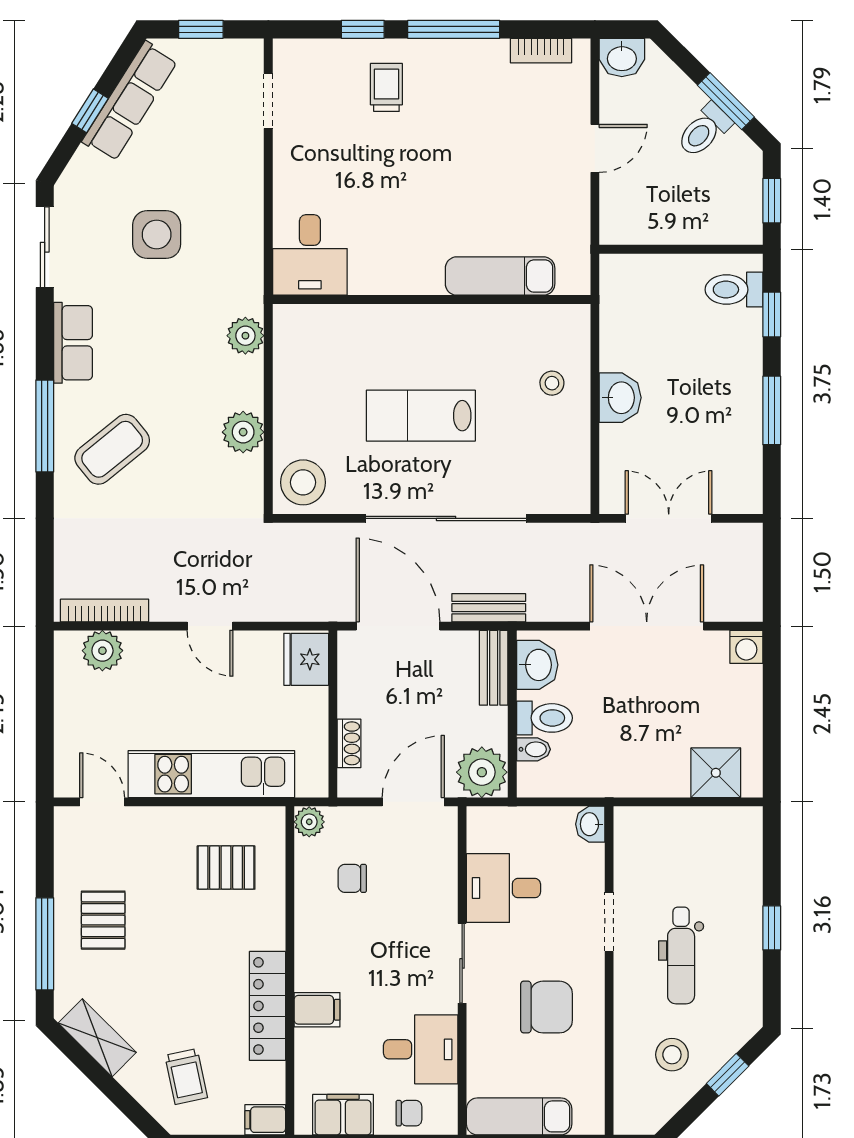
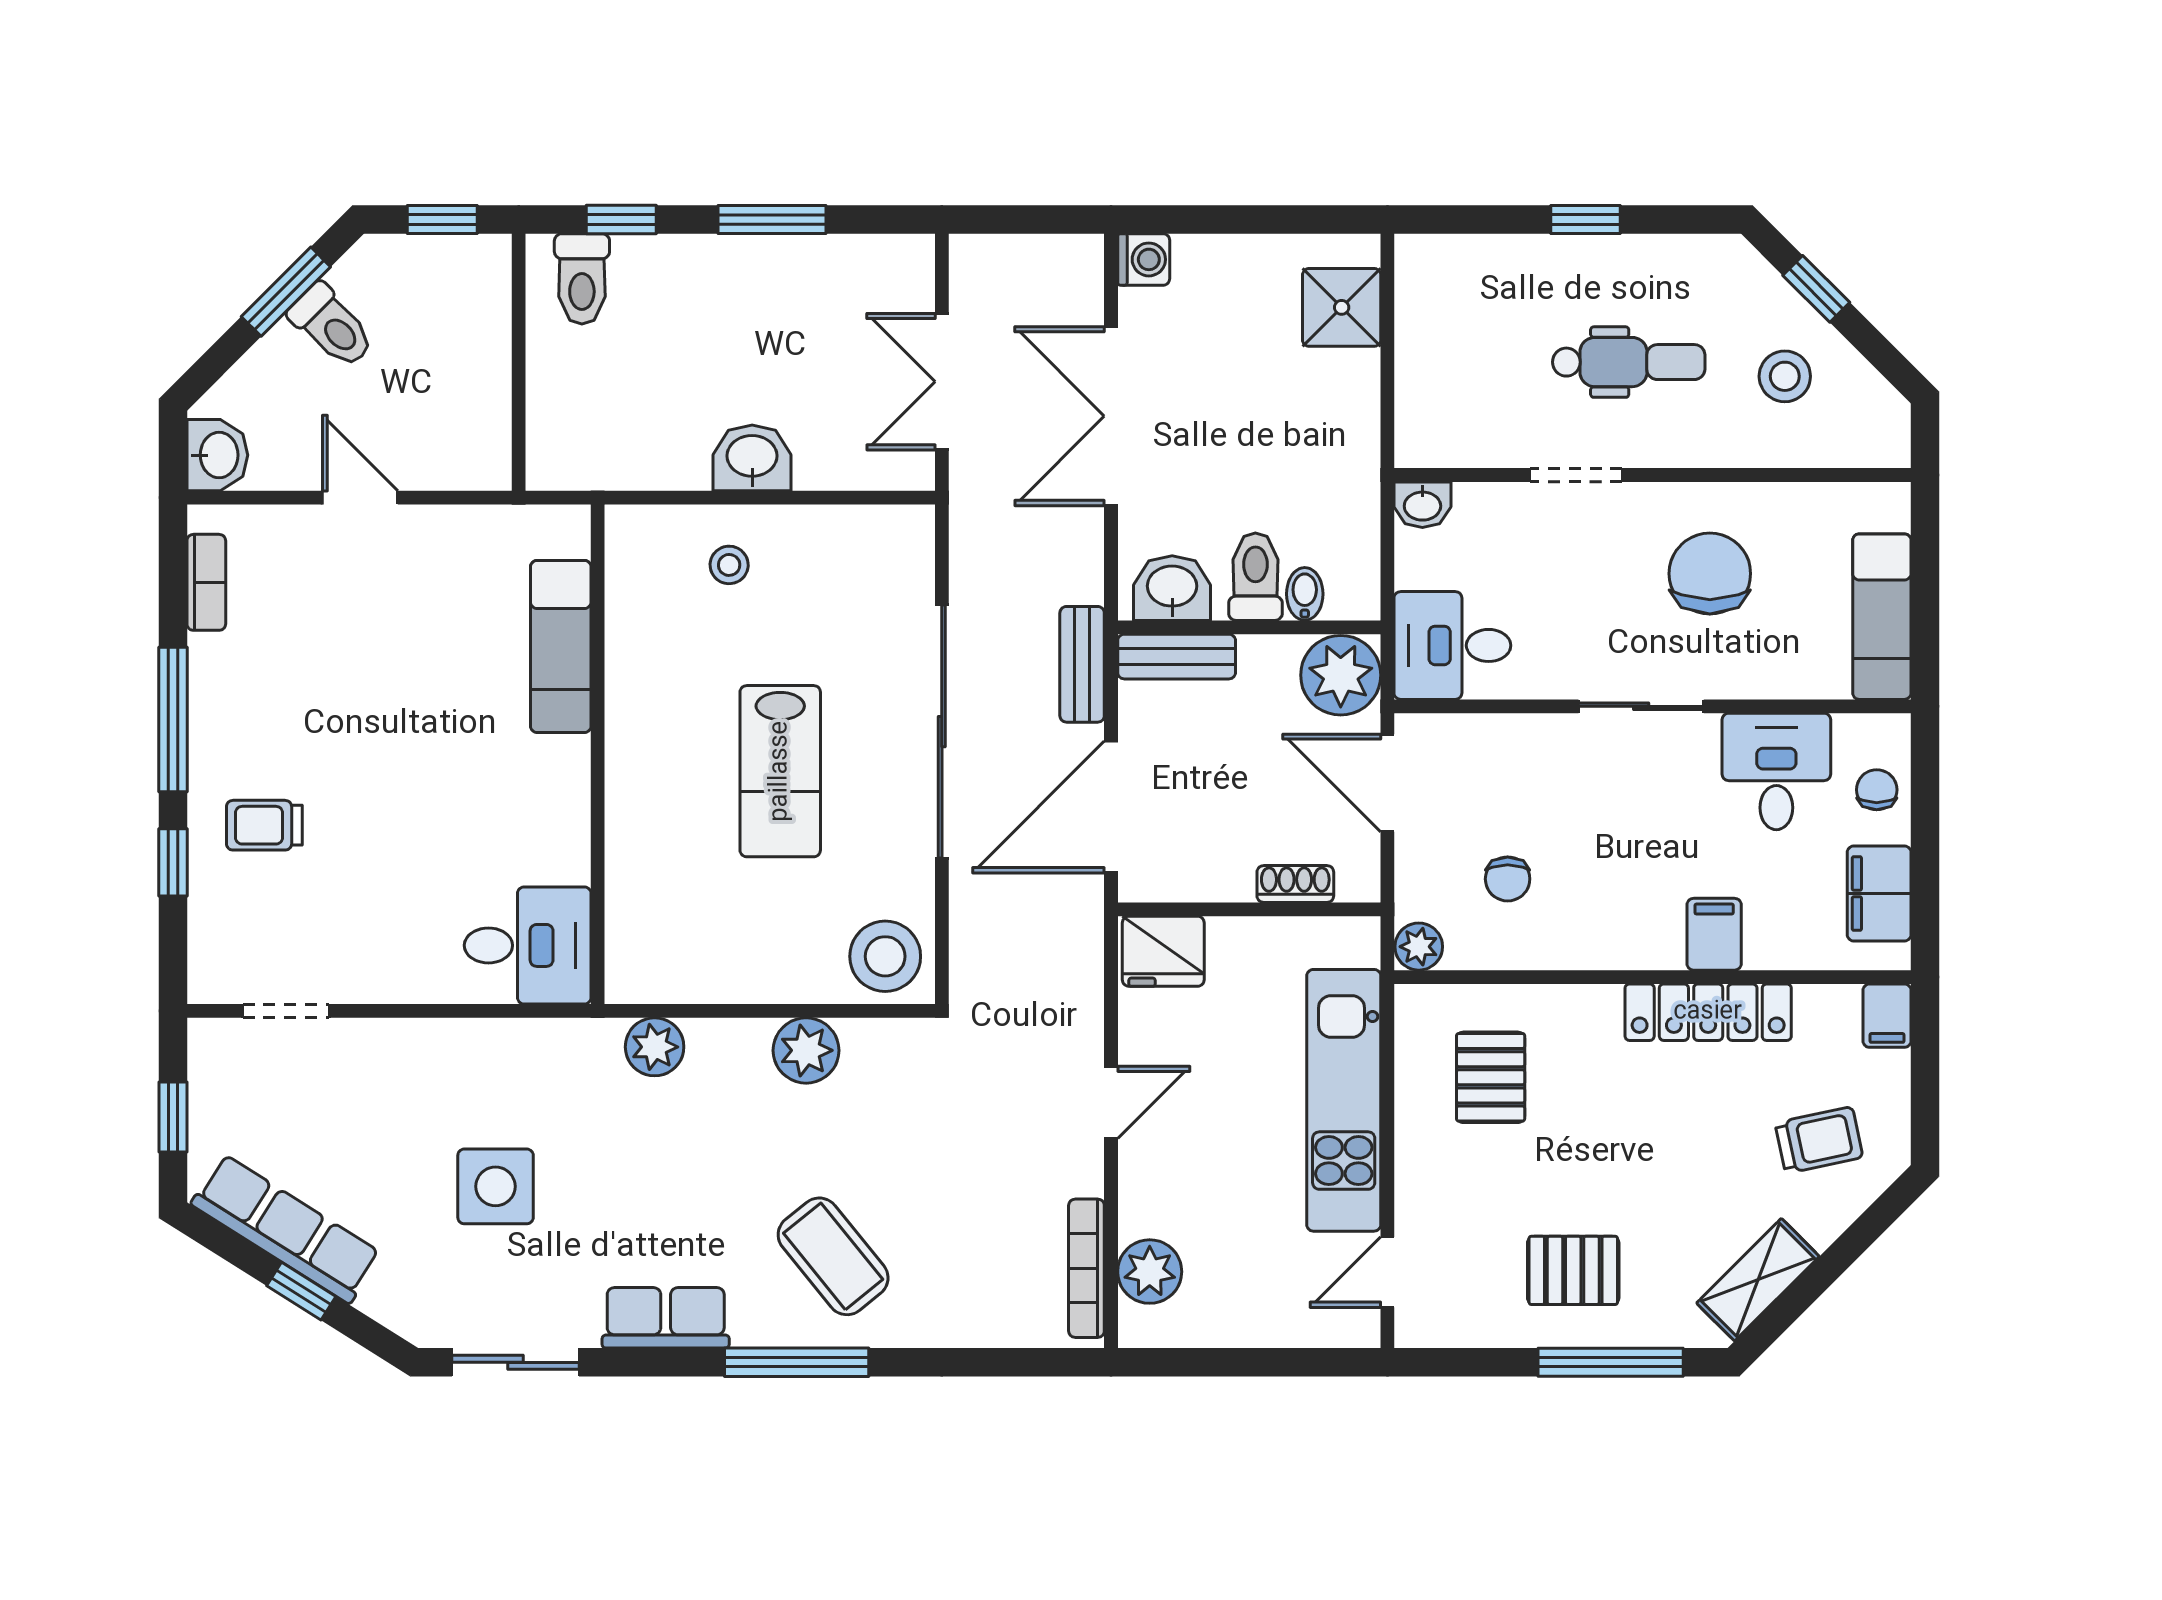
desk: (503, 888) -> (1452, 645), moved, turned 90

